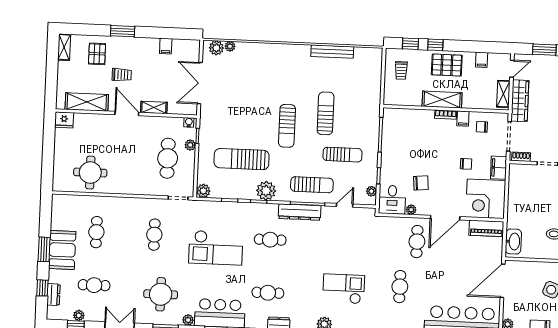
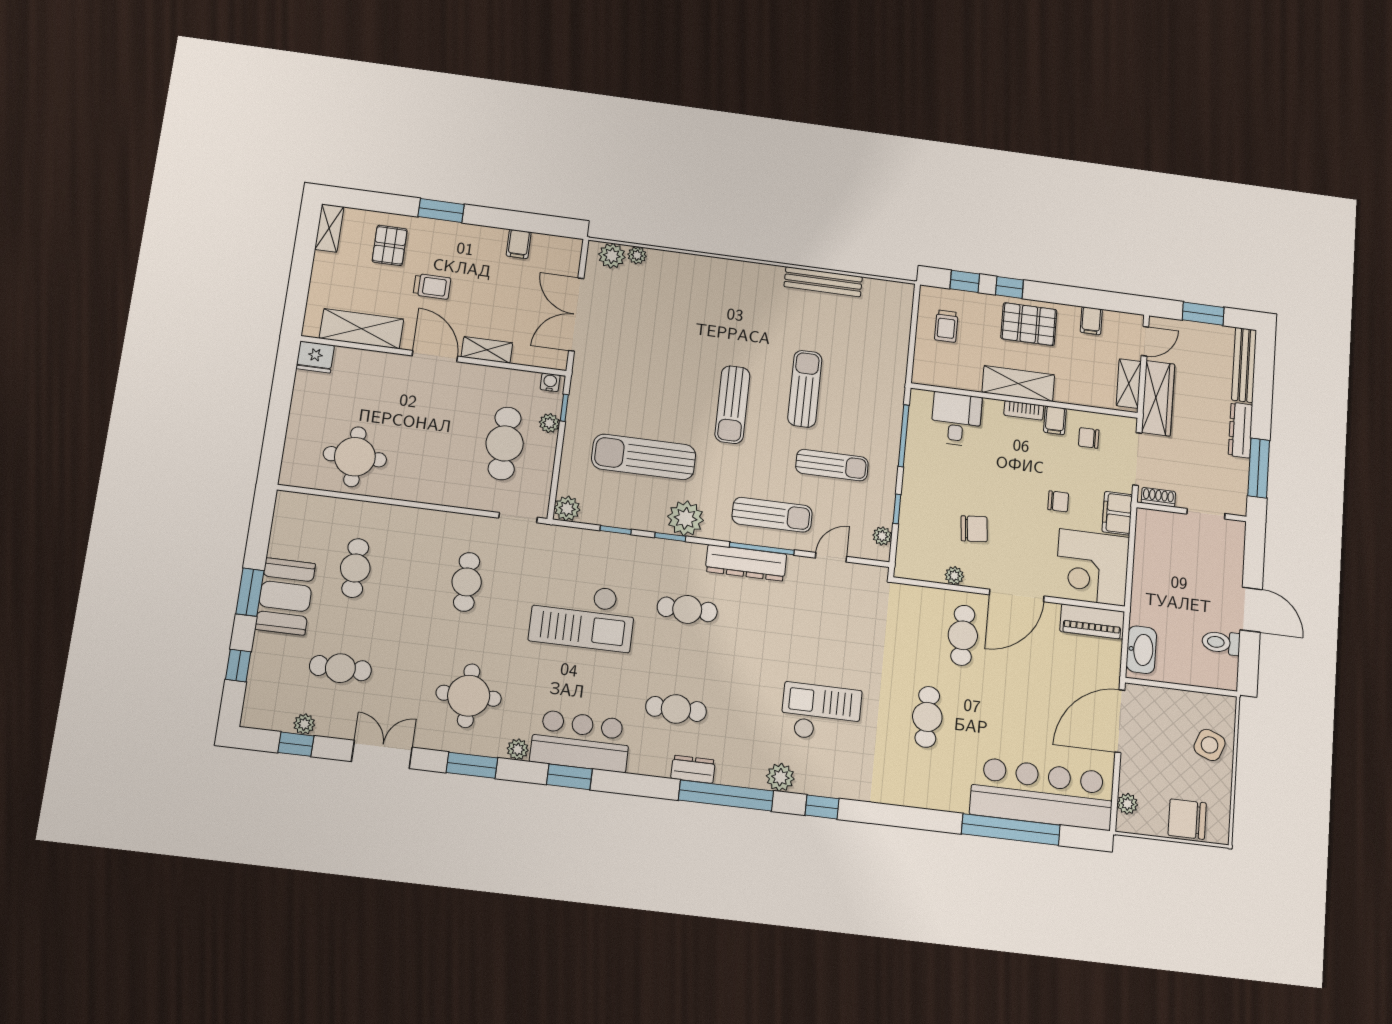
desk: (392, 200) -> (956, 419), moved, turned 180
dresser: (54, 295) -> (259, 680), removed

